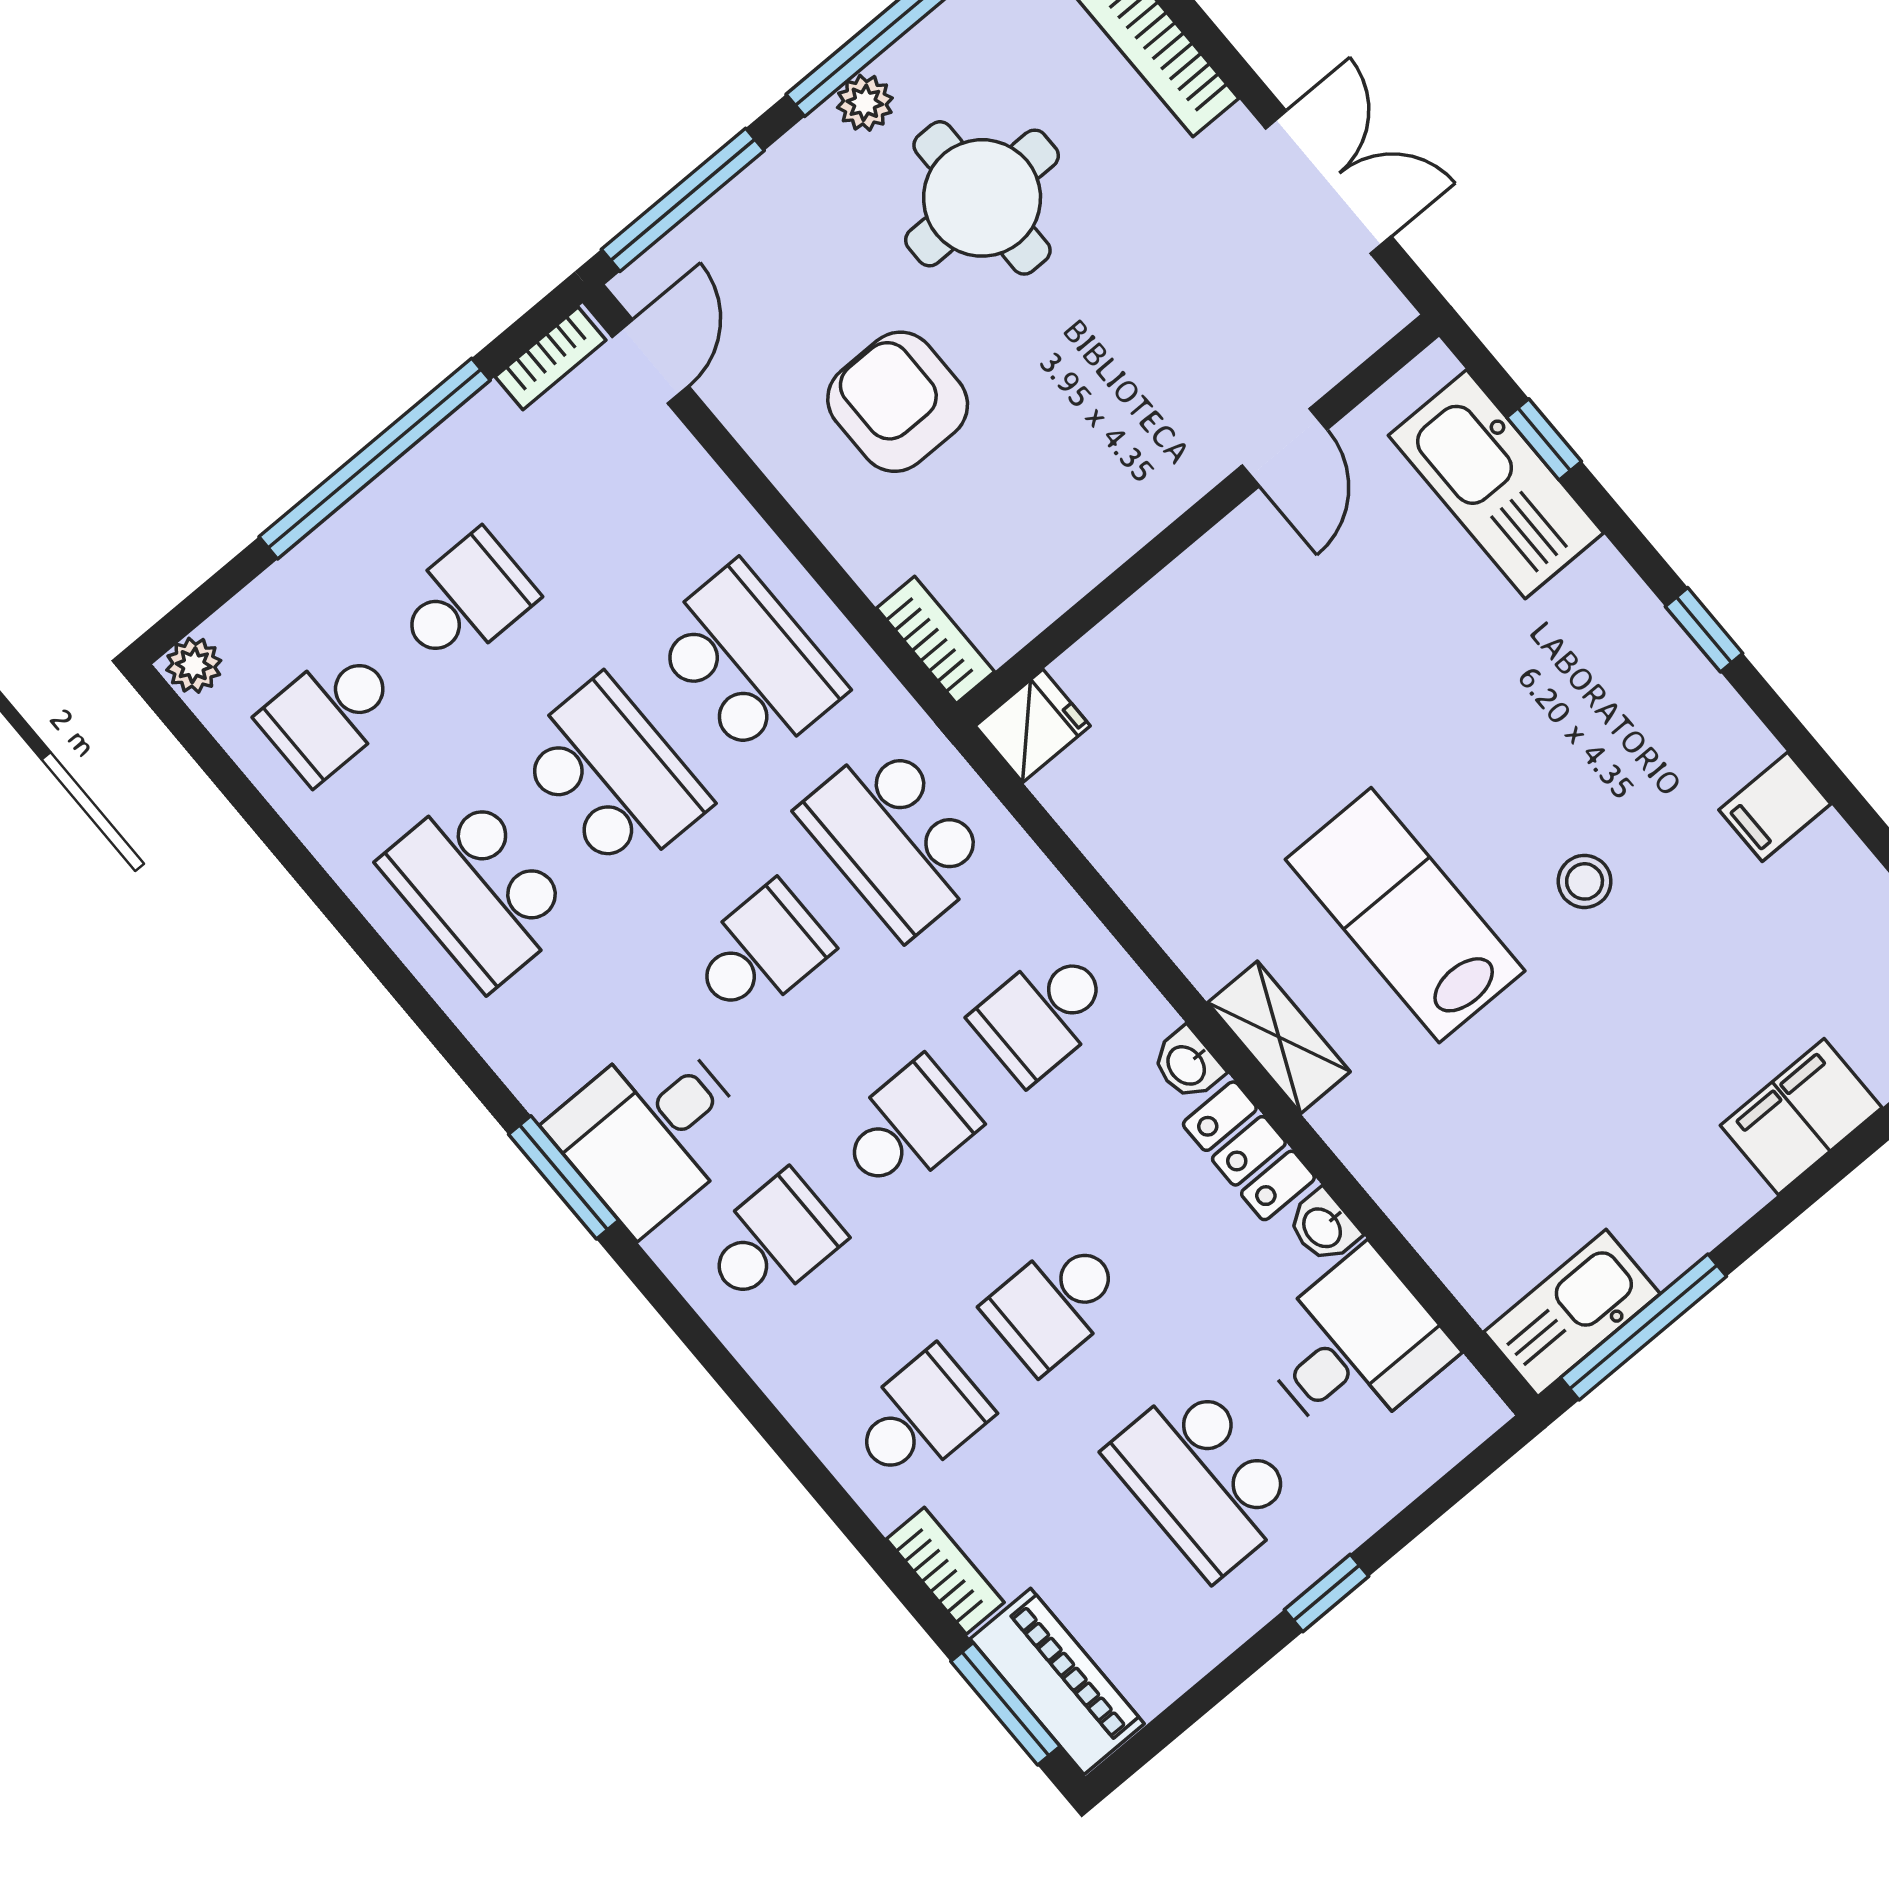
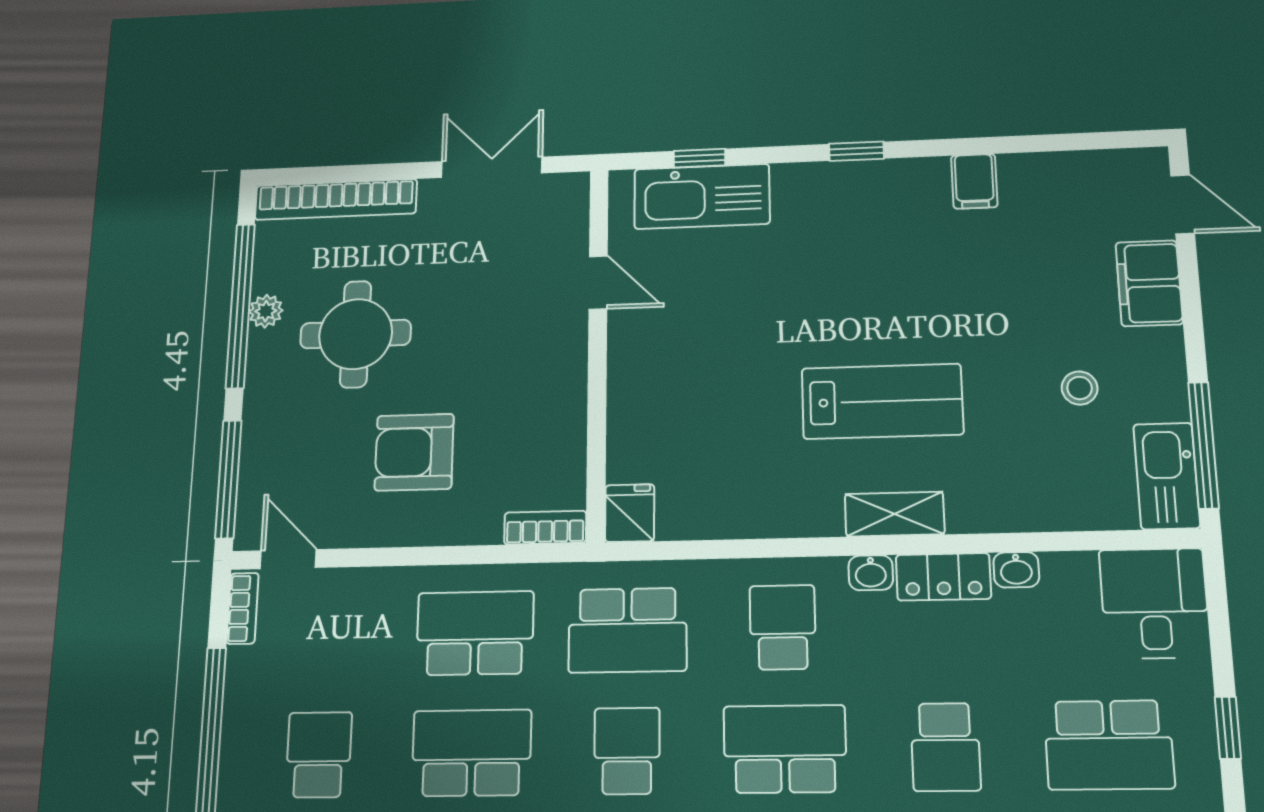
plant: (865, 103) -> (266, 311), moved
stool: (1585, 881) -> (1080, 388), moved
lab bench: (1405, 915) -> (882, 401), turned 180
school desk: (1043, 1014) -> (783, 627), turned 180
school desk: (908, 1128) -> (785, 749), width x1.85
desk: (1354, 1347) -> (1154, 603), moved

